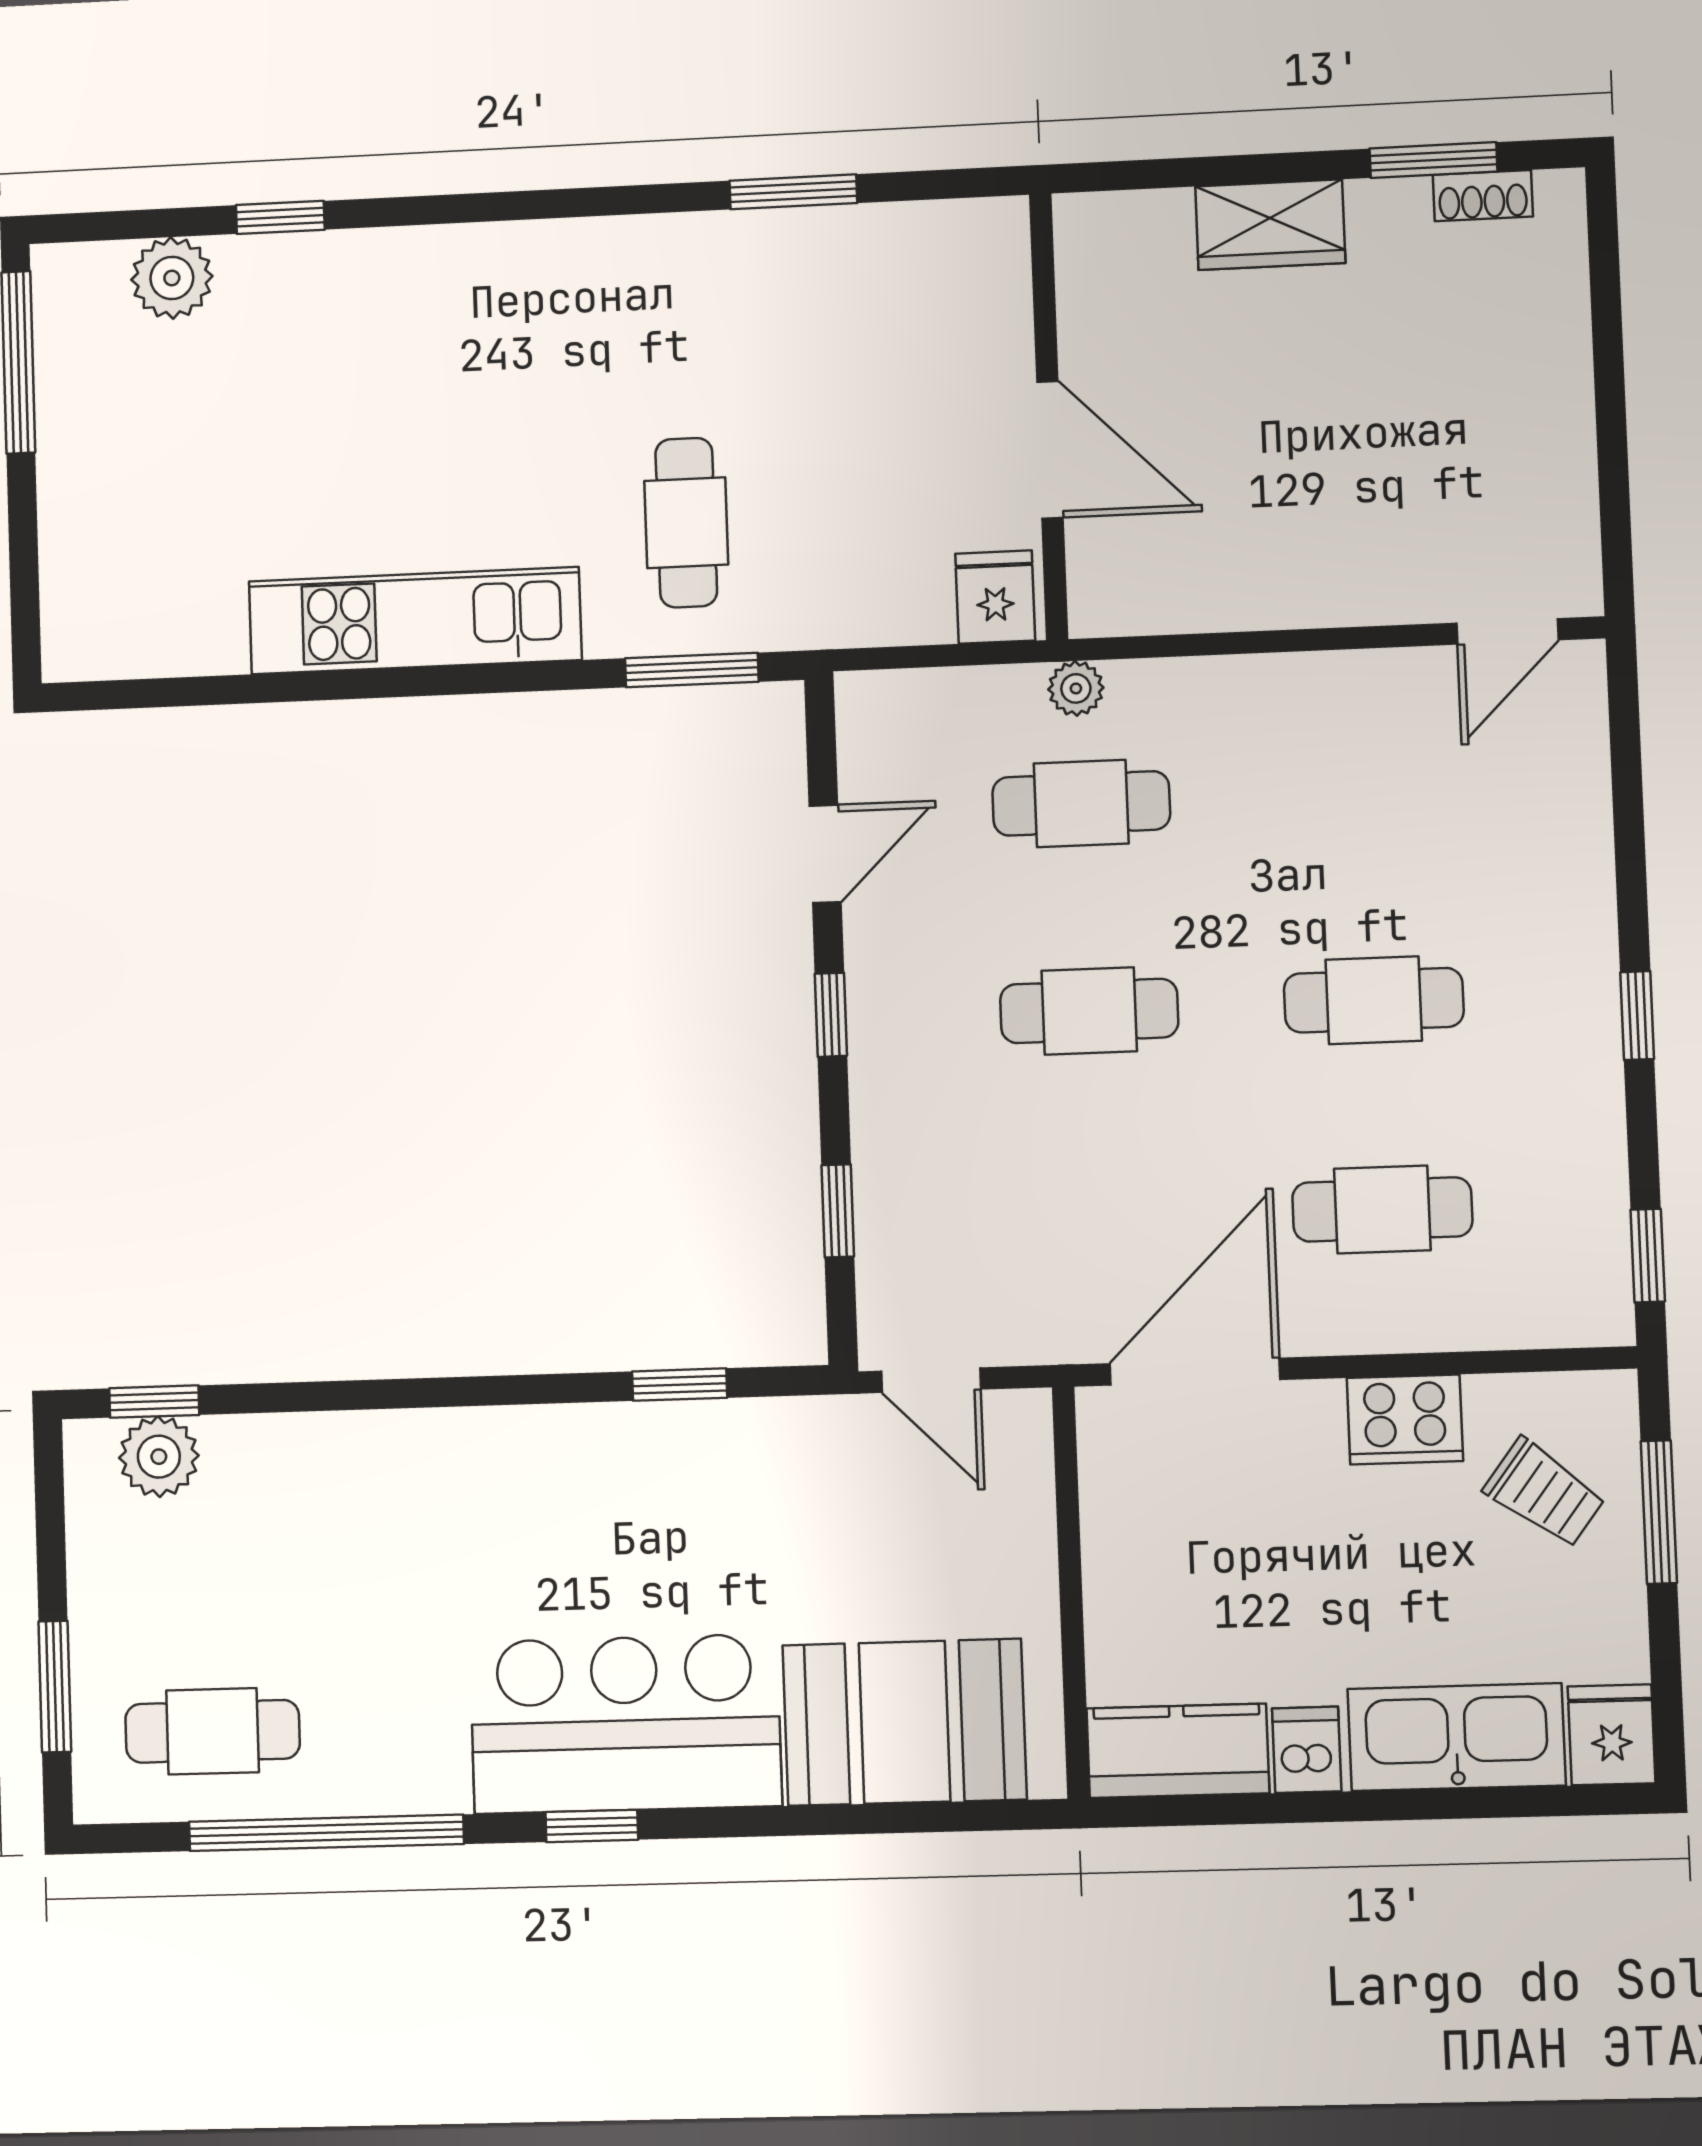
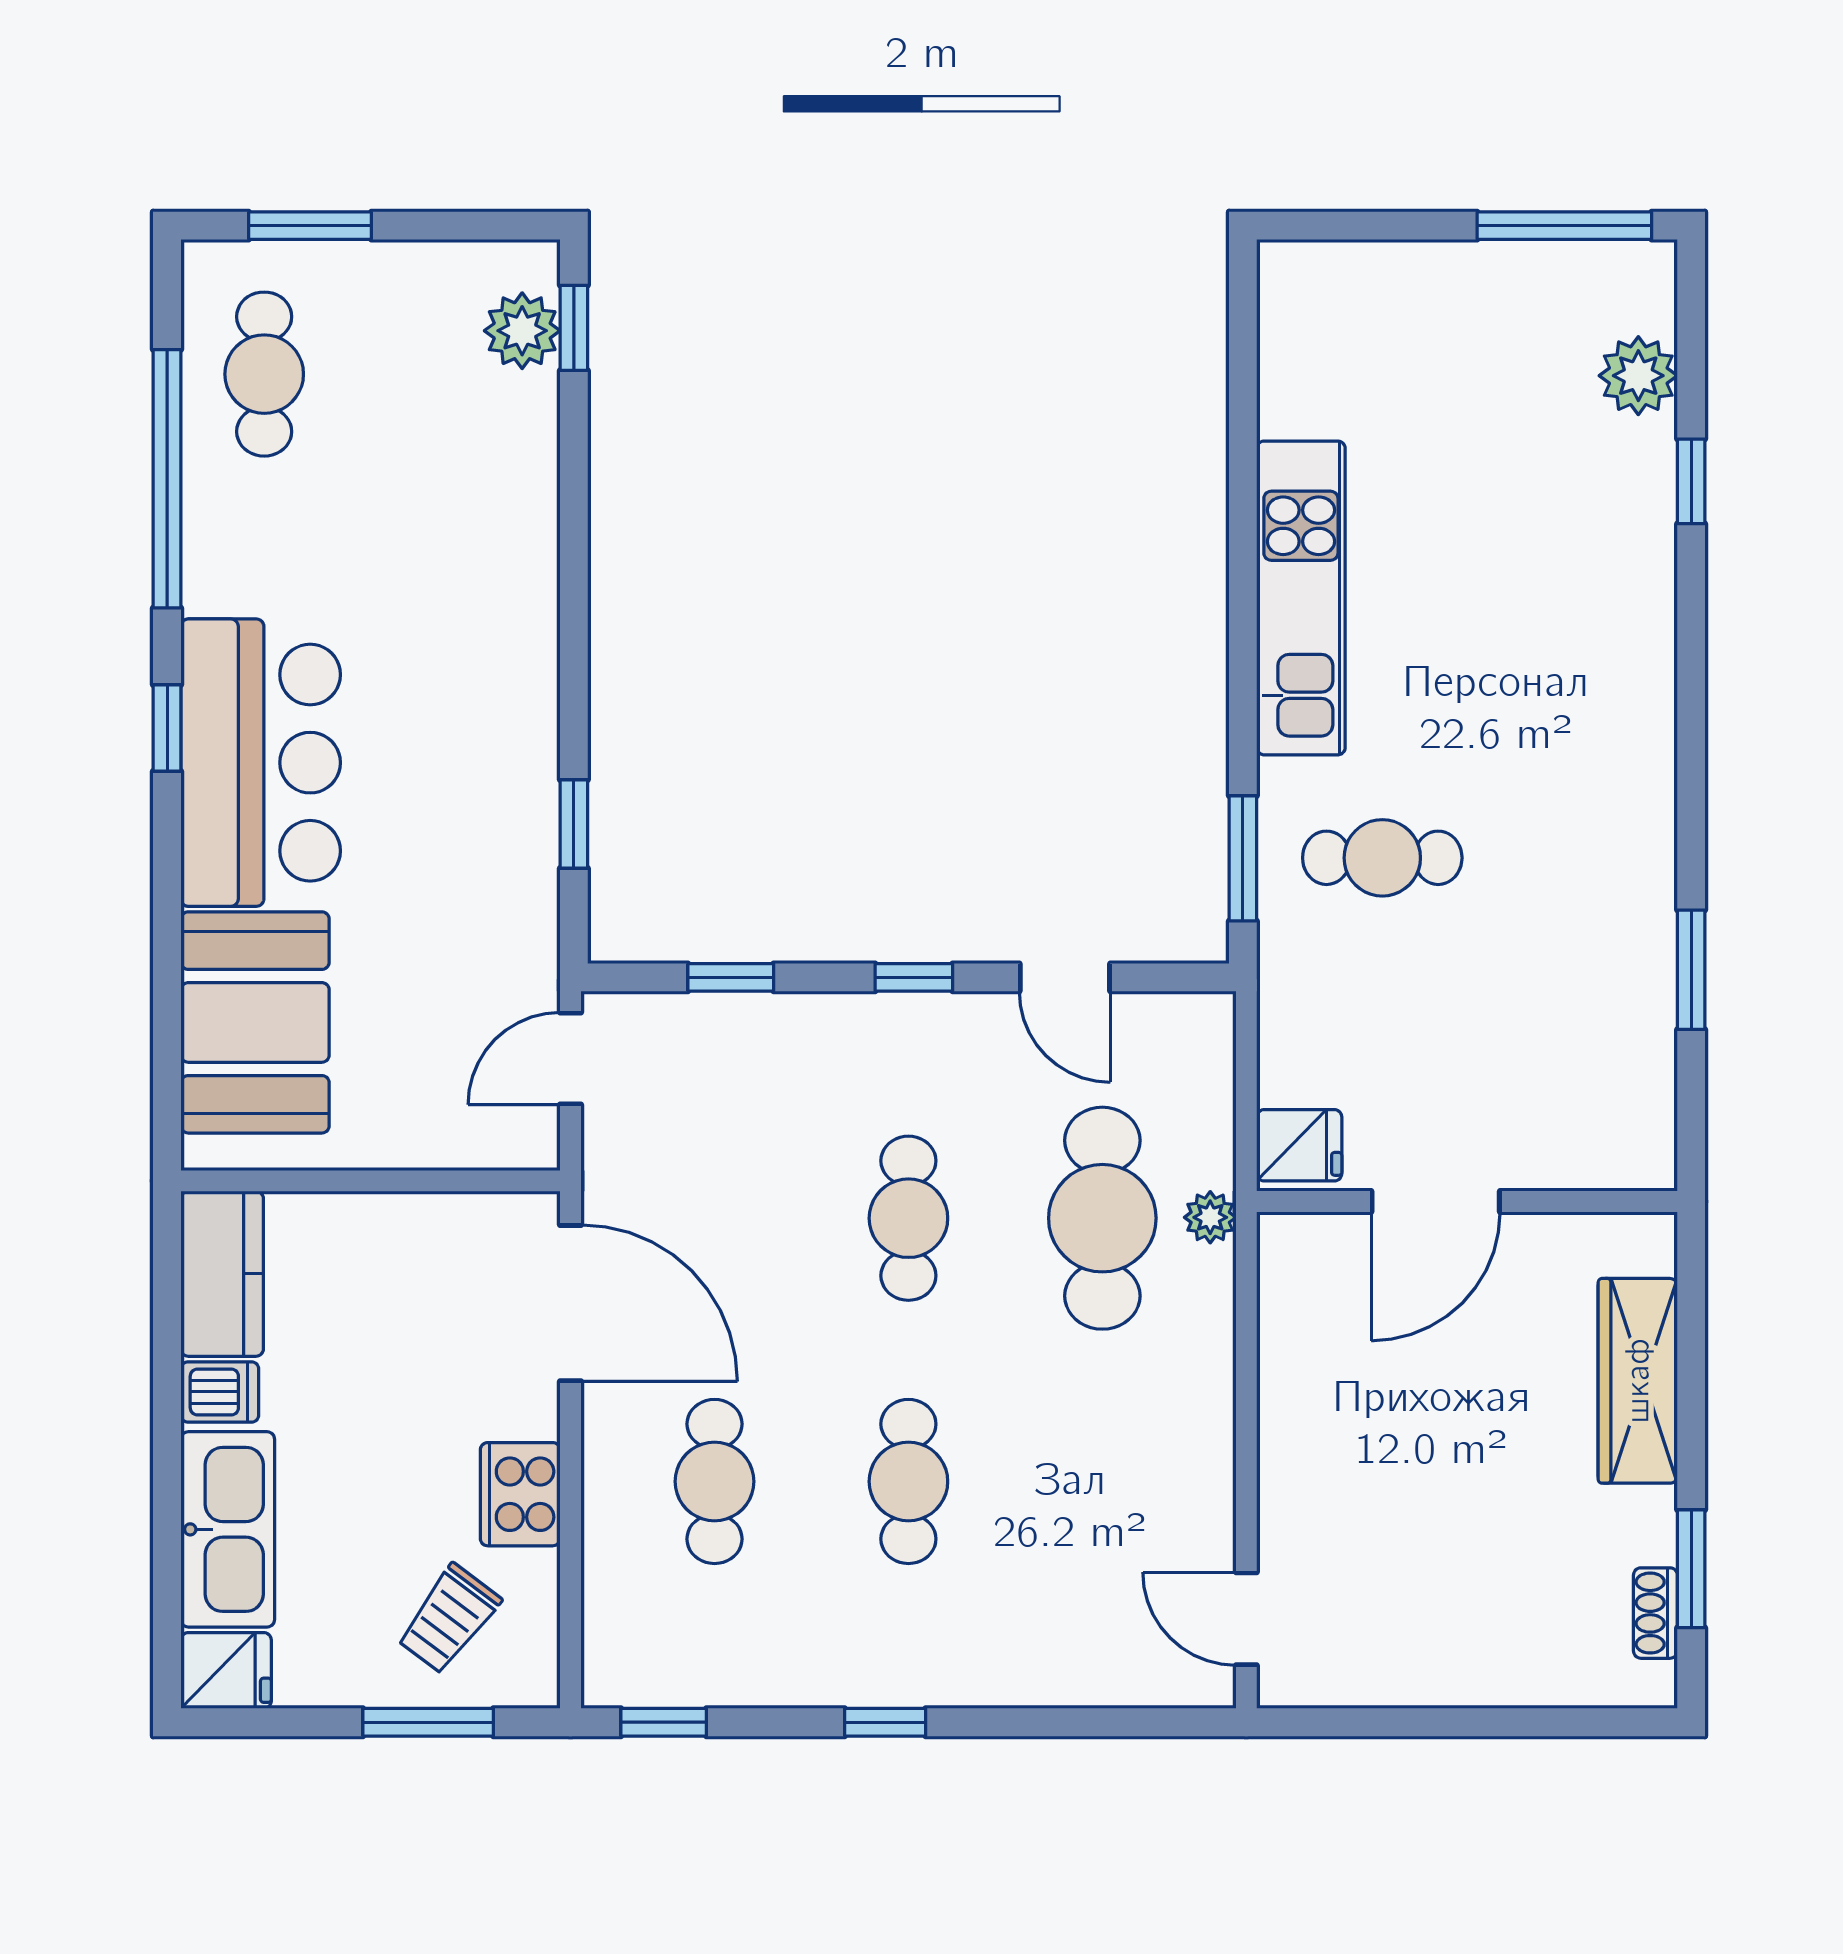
wardrobe: (1270, 225) -> (1638, 1381), width x1.50
cafe table: (1081, 803) -> (1102, 1218), width x1.37, depth x1.35

